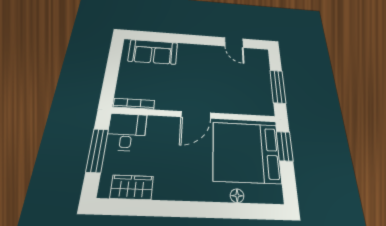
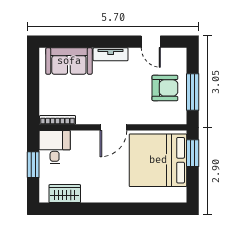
tv unit: (195, 49) -> (111, 54), added
armchair: (250, 81) -> (165, 88), added
window: (97, 150) -> (33, 165), width x0.69
floor lamp: (237, 196) -> (149, 197), removed

